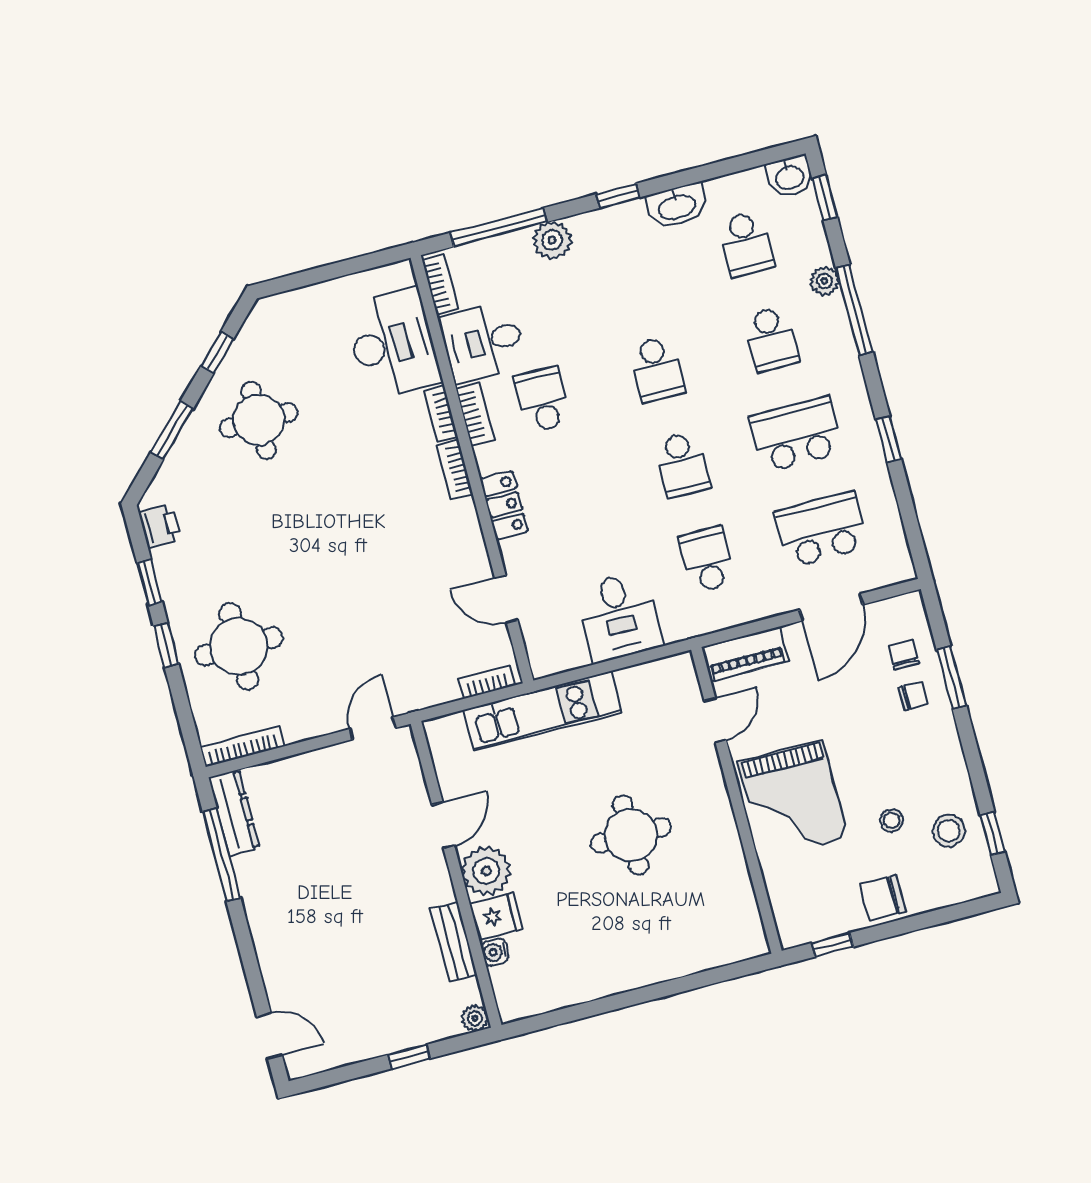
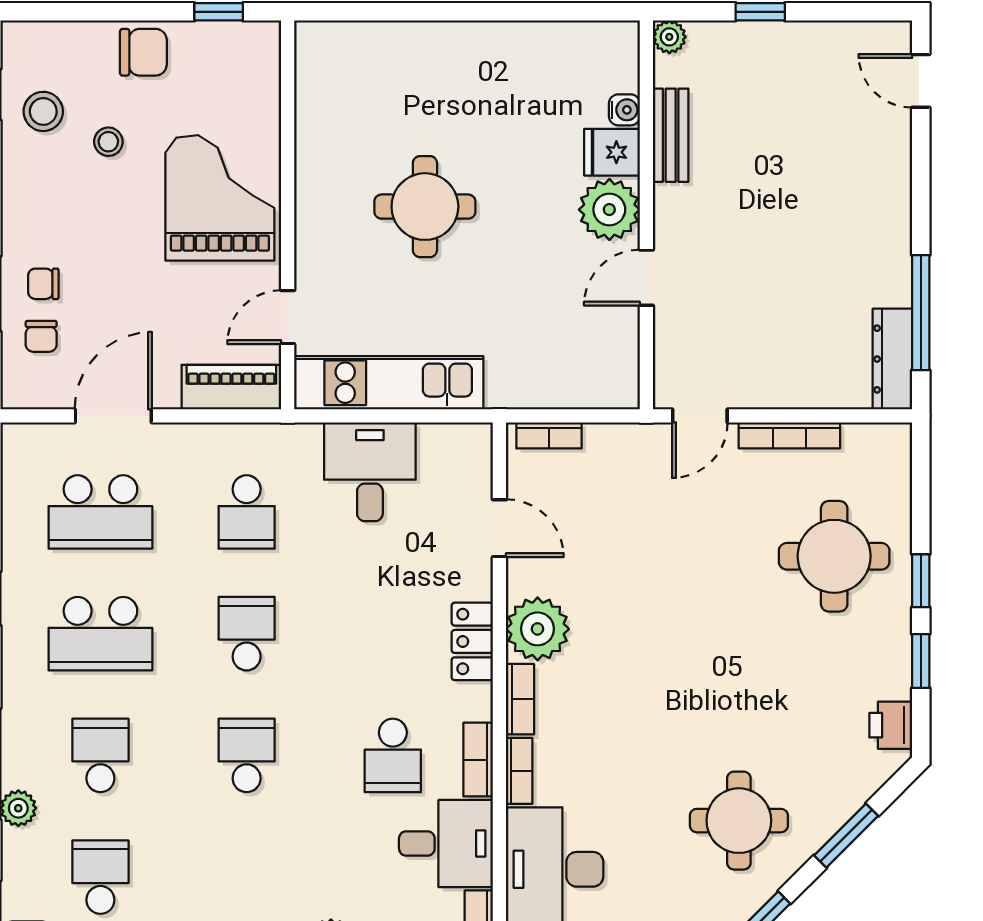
plant: (456, 528) -> (538, 629), added
kitchen unit: (543, 711) -> (389, 383), moved
bookcase: (243, 747) -> (789, 435), moved

